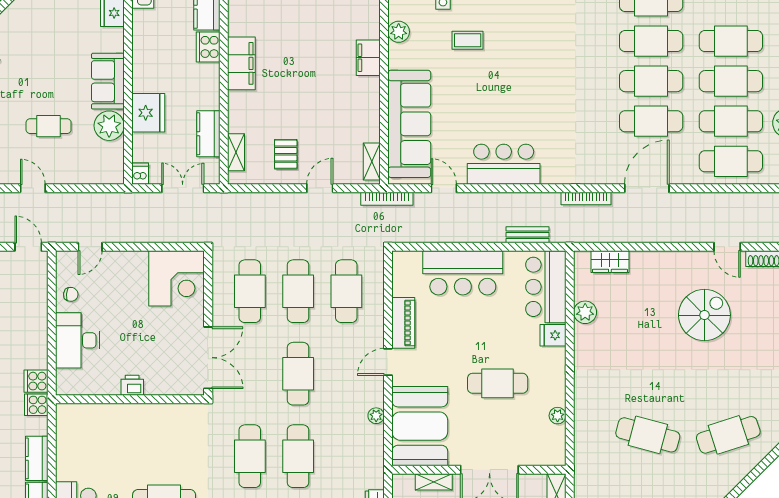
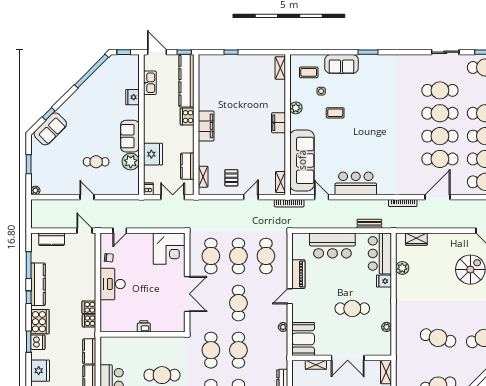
printer: (132, 385) -> (144, 326), moved
wall: (130, 399) -> (142, 334), moved
booth: (420, 426) -> (303, 339), width x0.73, depth x0.70

